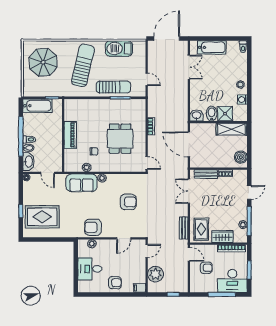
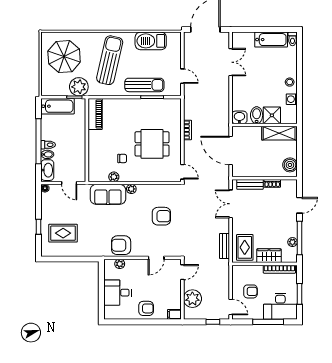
bathtub: (212, 47) -> (271, 40), moved
plant: (56, 89) -> (79, 87), added
piano: (70, 135) -> (95, 114), moved
dining table: (120, 139) -> (152, 144), turned 90
rug: (42, 217) -> (63, 233), width x0.73, depth x0.70
door: (189, 254) -> (231, 307), moved

